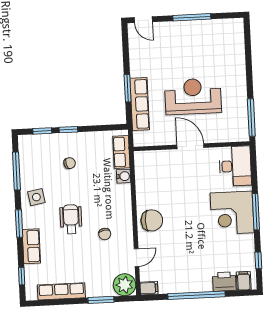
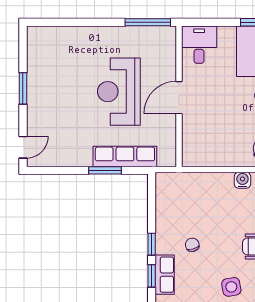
window: (192, 17) -> (23, 88), width x0.69
row of seats: (121, 152) -> (165, 275), moved, turned -90
desk: (235, 166) -> (199, 45), width x0.73
water cooler: (124, 176) -> (242, 180), moved

